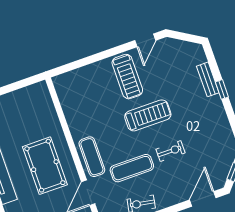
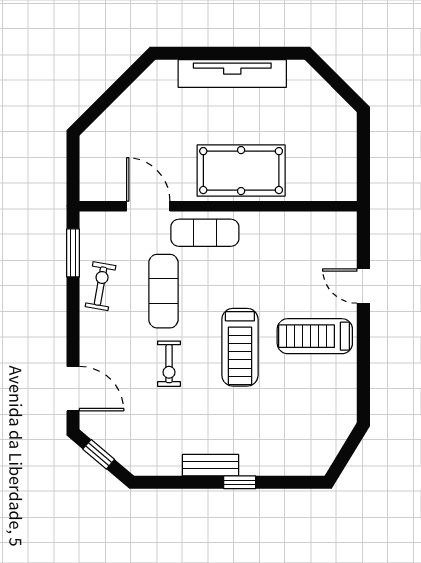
door: (145, 40) -> (363, 286), moved
bench: (208, 79) -> (211, 465), moved
pool table: (45, 166) -> (241, 171), moved

